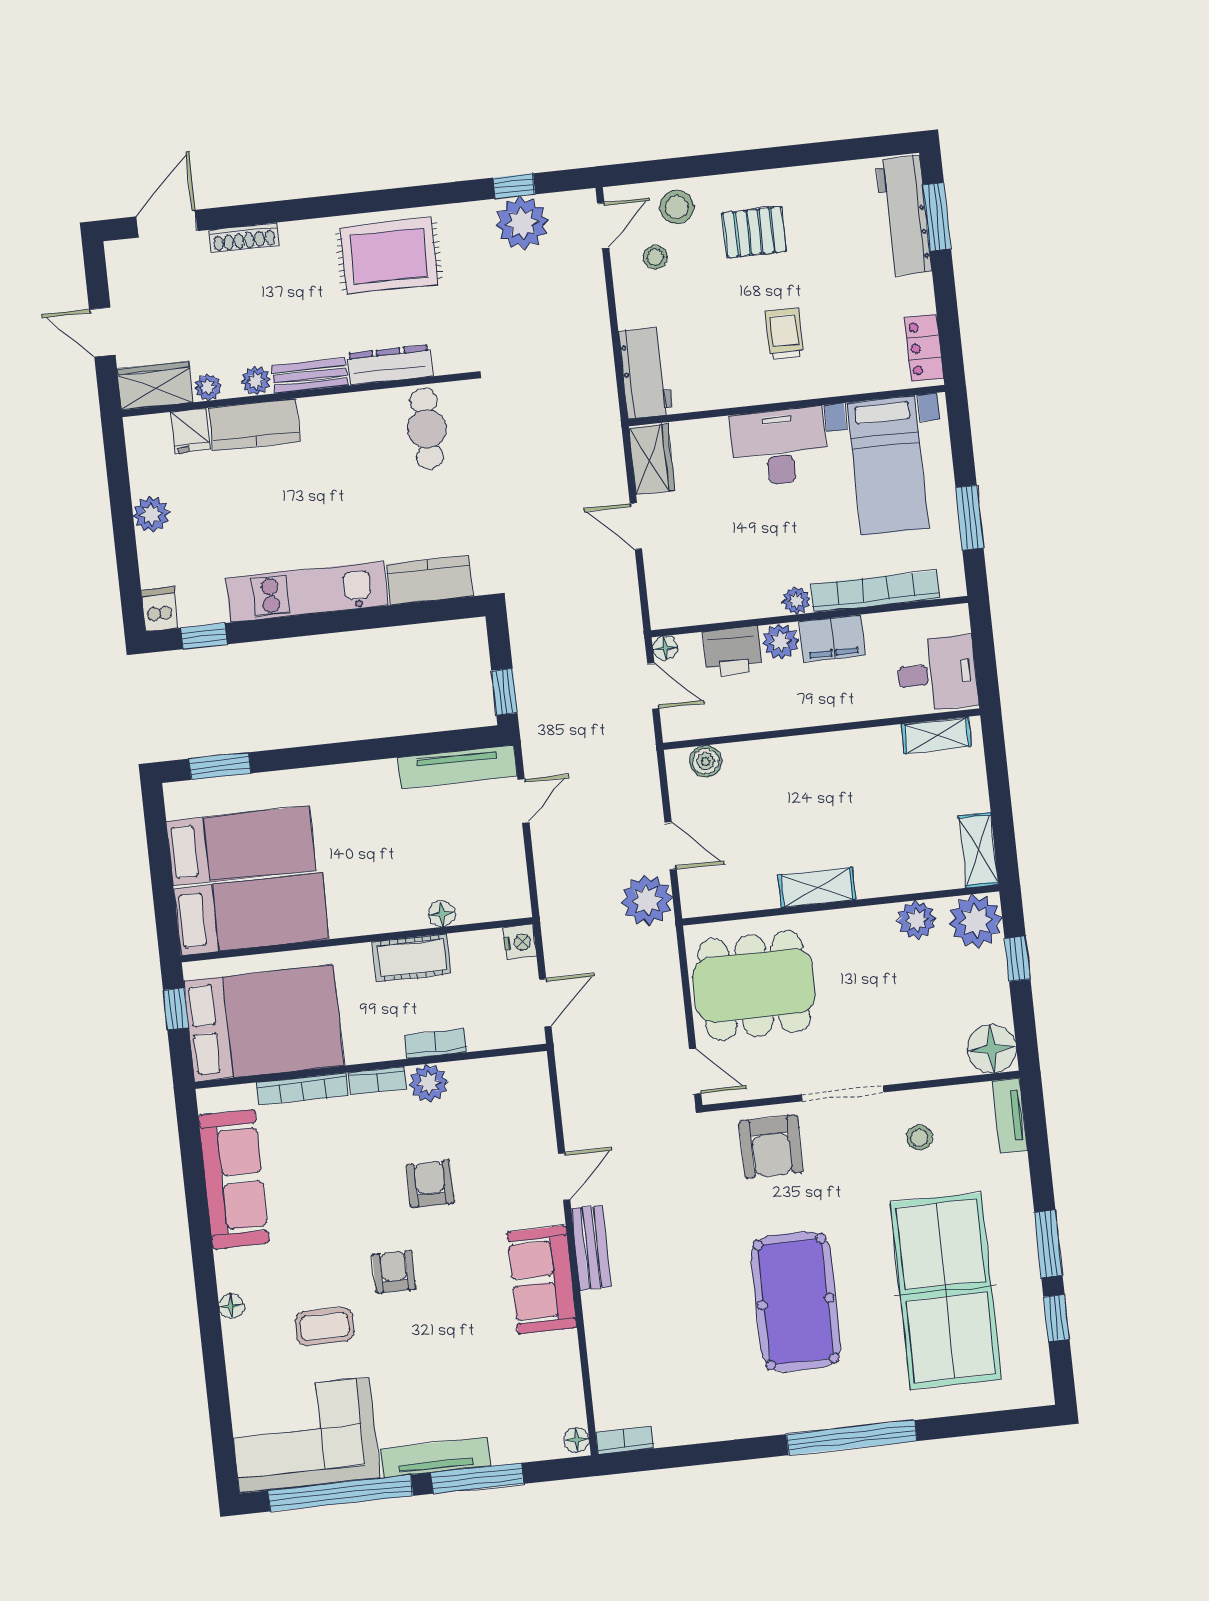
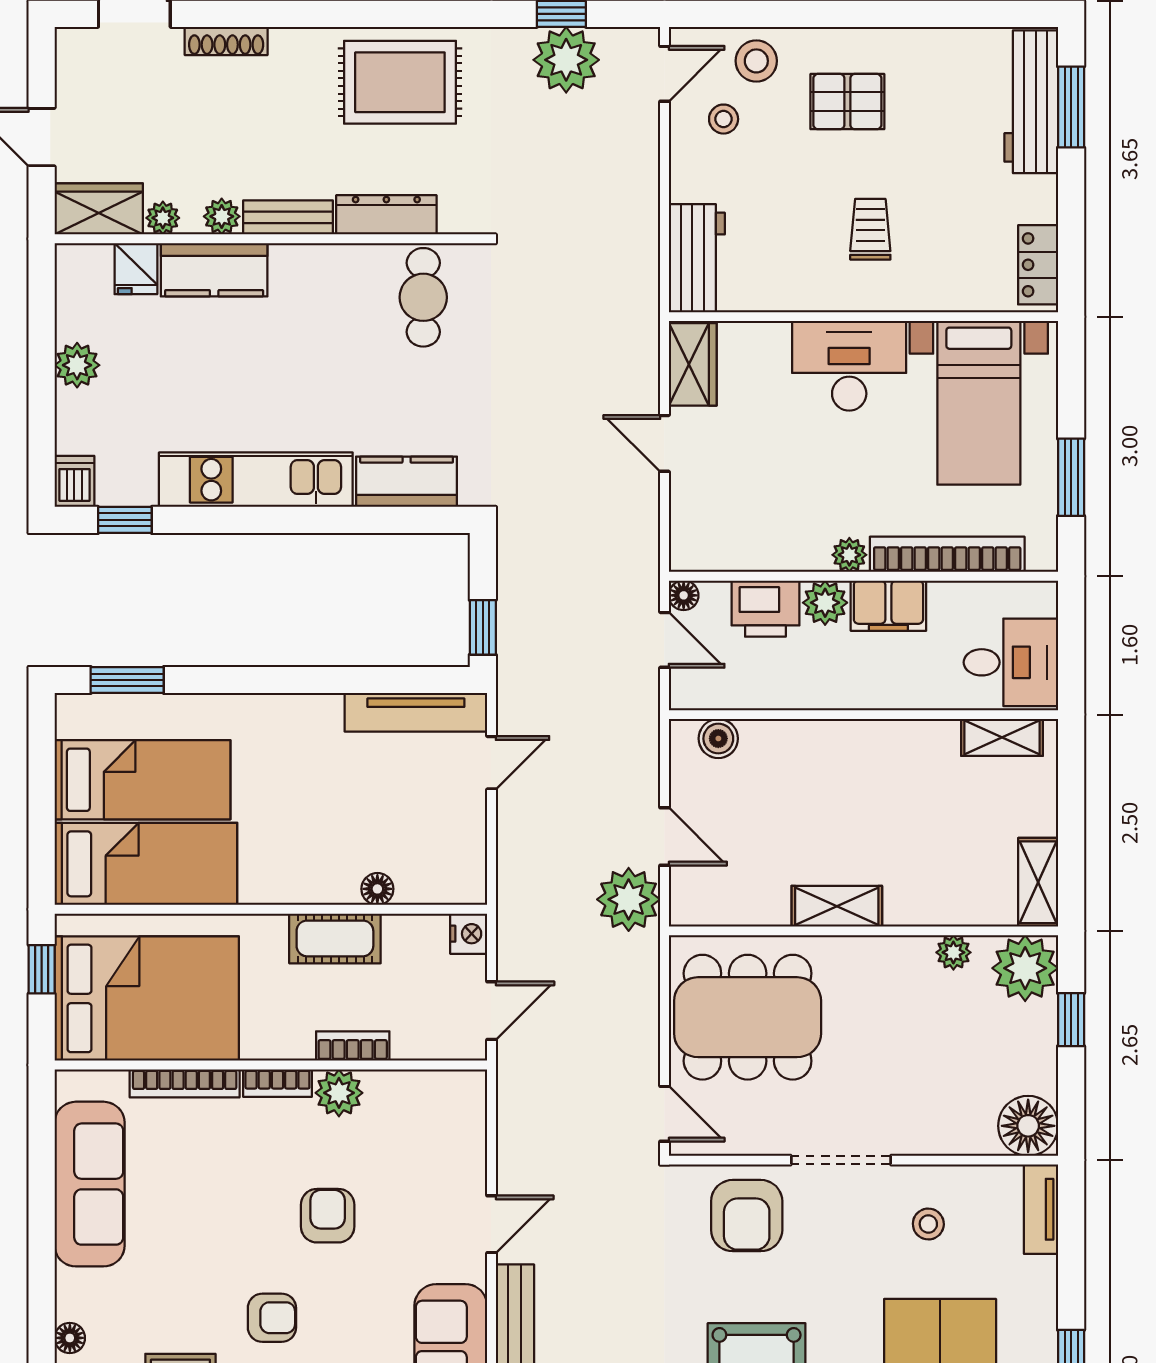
plant: (916, 920) -> (953, 952), width x0.73, depth x0.73
armchair: (394, 1272) -> (272, 1318), turned 90

